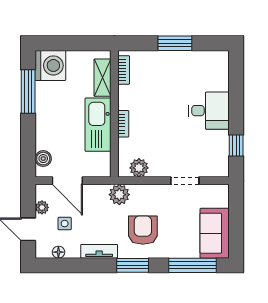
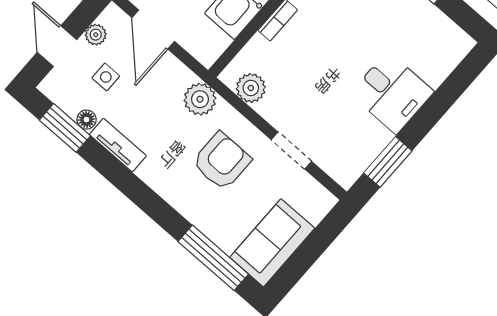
window: (236, 146) -> (388, 162), width x1.50
armchair: (143, 230) -> (222, 161), moved
floor lamp: (58, 252) -> (87, 120), moved
window: (133, 265) -> (65, 128), moved

